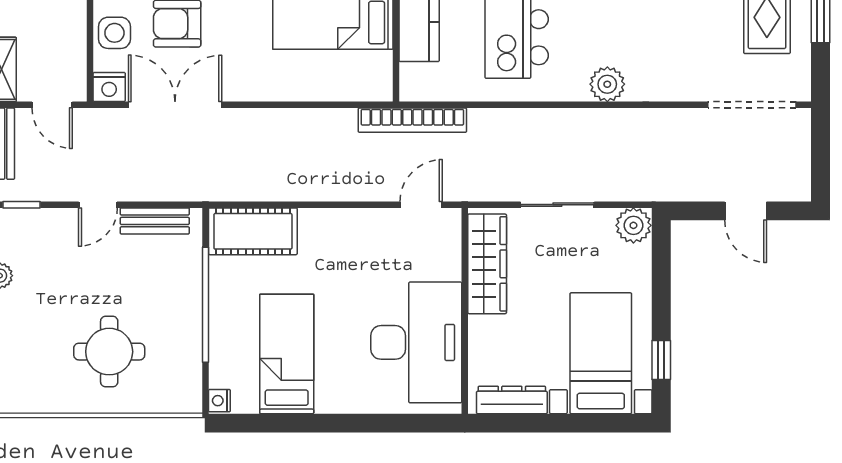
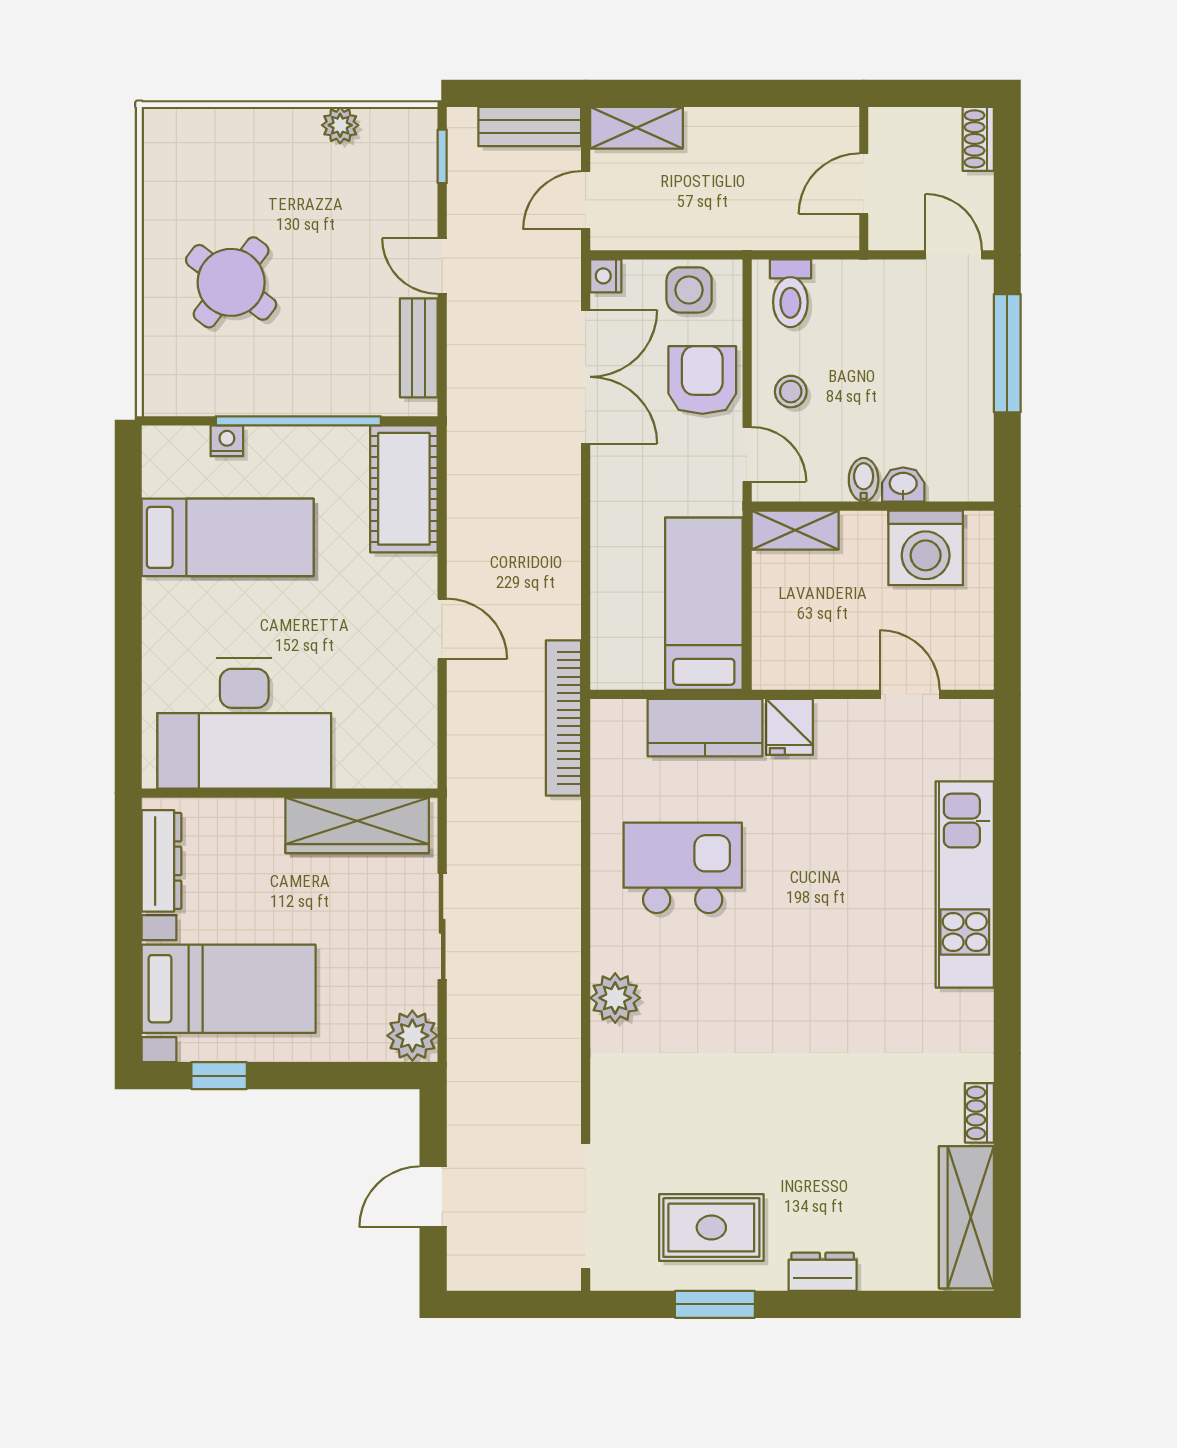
nightstand: (109, 87) -> (606, 276), width x0.72, depth x0.74
door: (421, 205) -> (442, 629), moved
round table: (109, 352) -> (231, 282), turned 37
nightstand: (219, 401) -> (227, 441), moved

